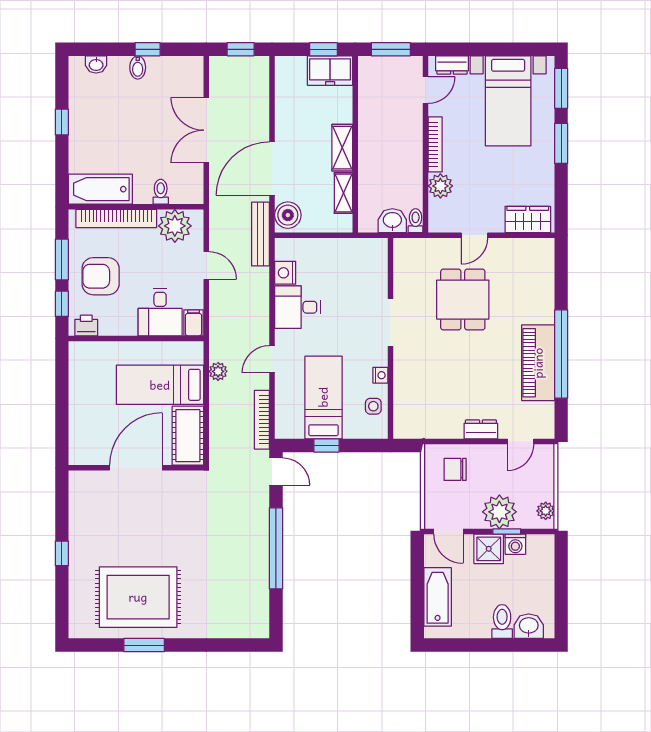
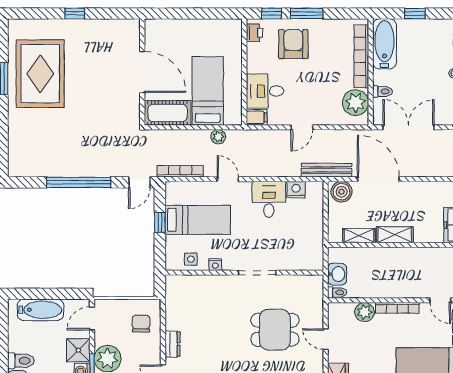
bathtub: (100, 189) -> (385, 44), moved
toilet: (161, 192) -> (382, 91), moved
wall: (136, 207) -> (371, 72), moved
bookcase: (116, 219) -> (361, 56), moved
plant: (175, 226) -> (355, 103), moved

